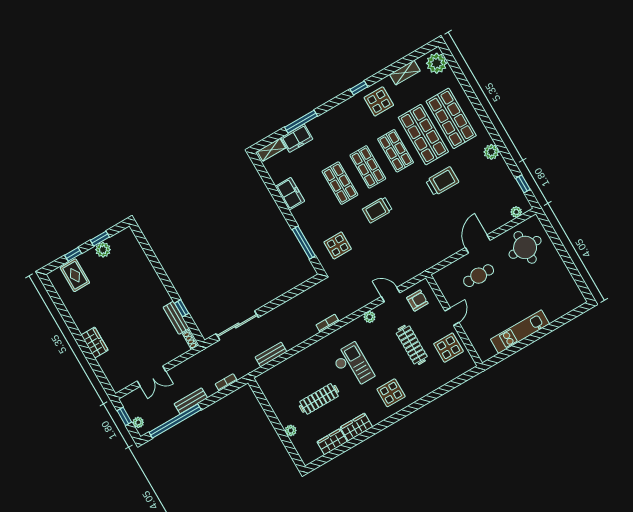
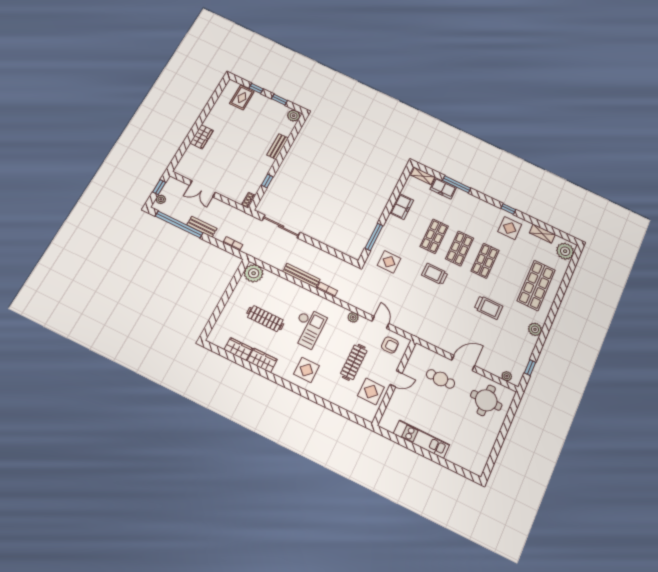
shop shelf: (423, 135) -> (511, 273), removed
plant: (103, 250) -> (294, 116), moved
bench: (176, 318) -> (278, 146), moved
bench: (271, 354) -> (301, 276), moved, width x1.36
plant: (291, 430) -> (254, 273), moved, width x1.88, depth x1.88

